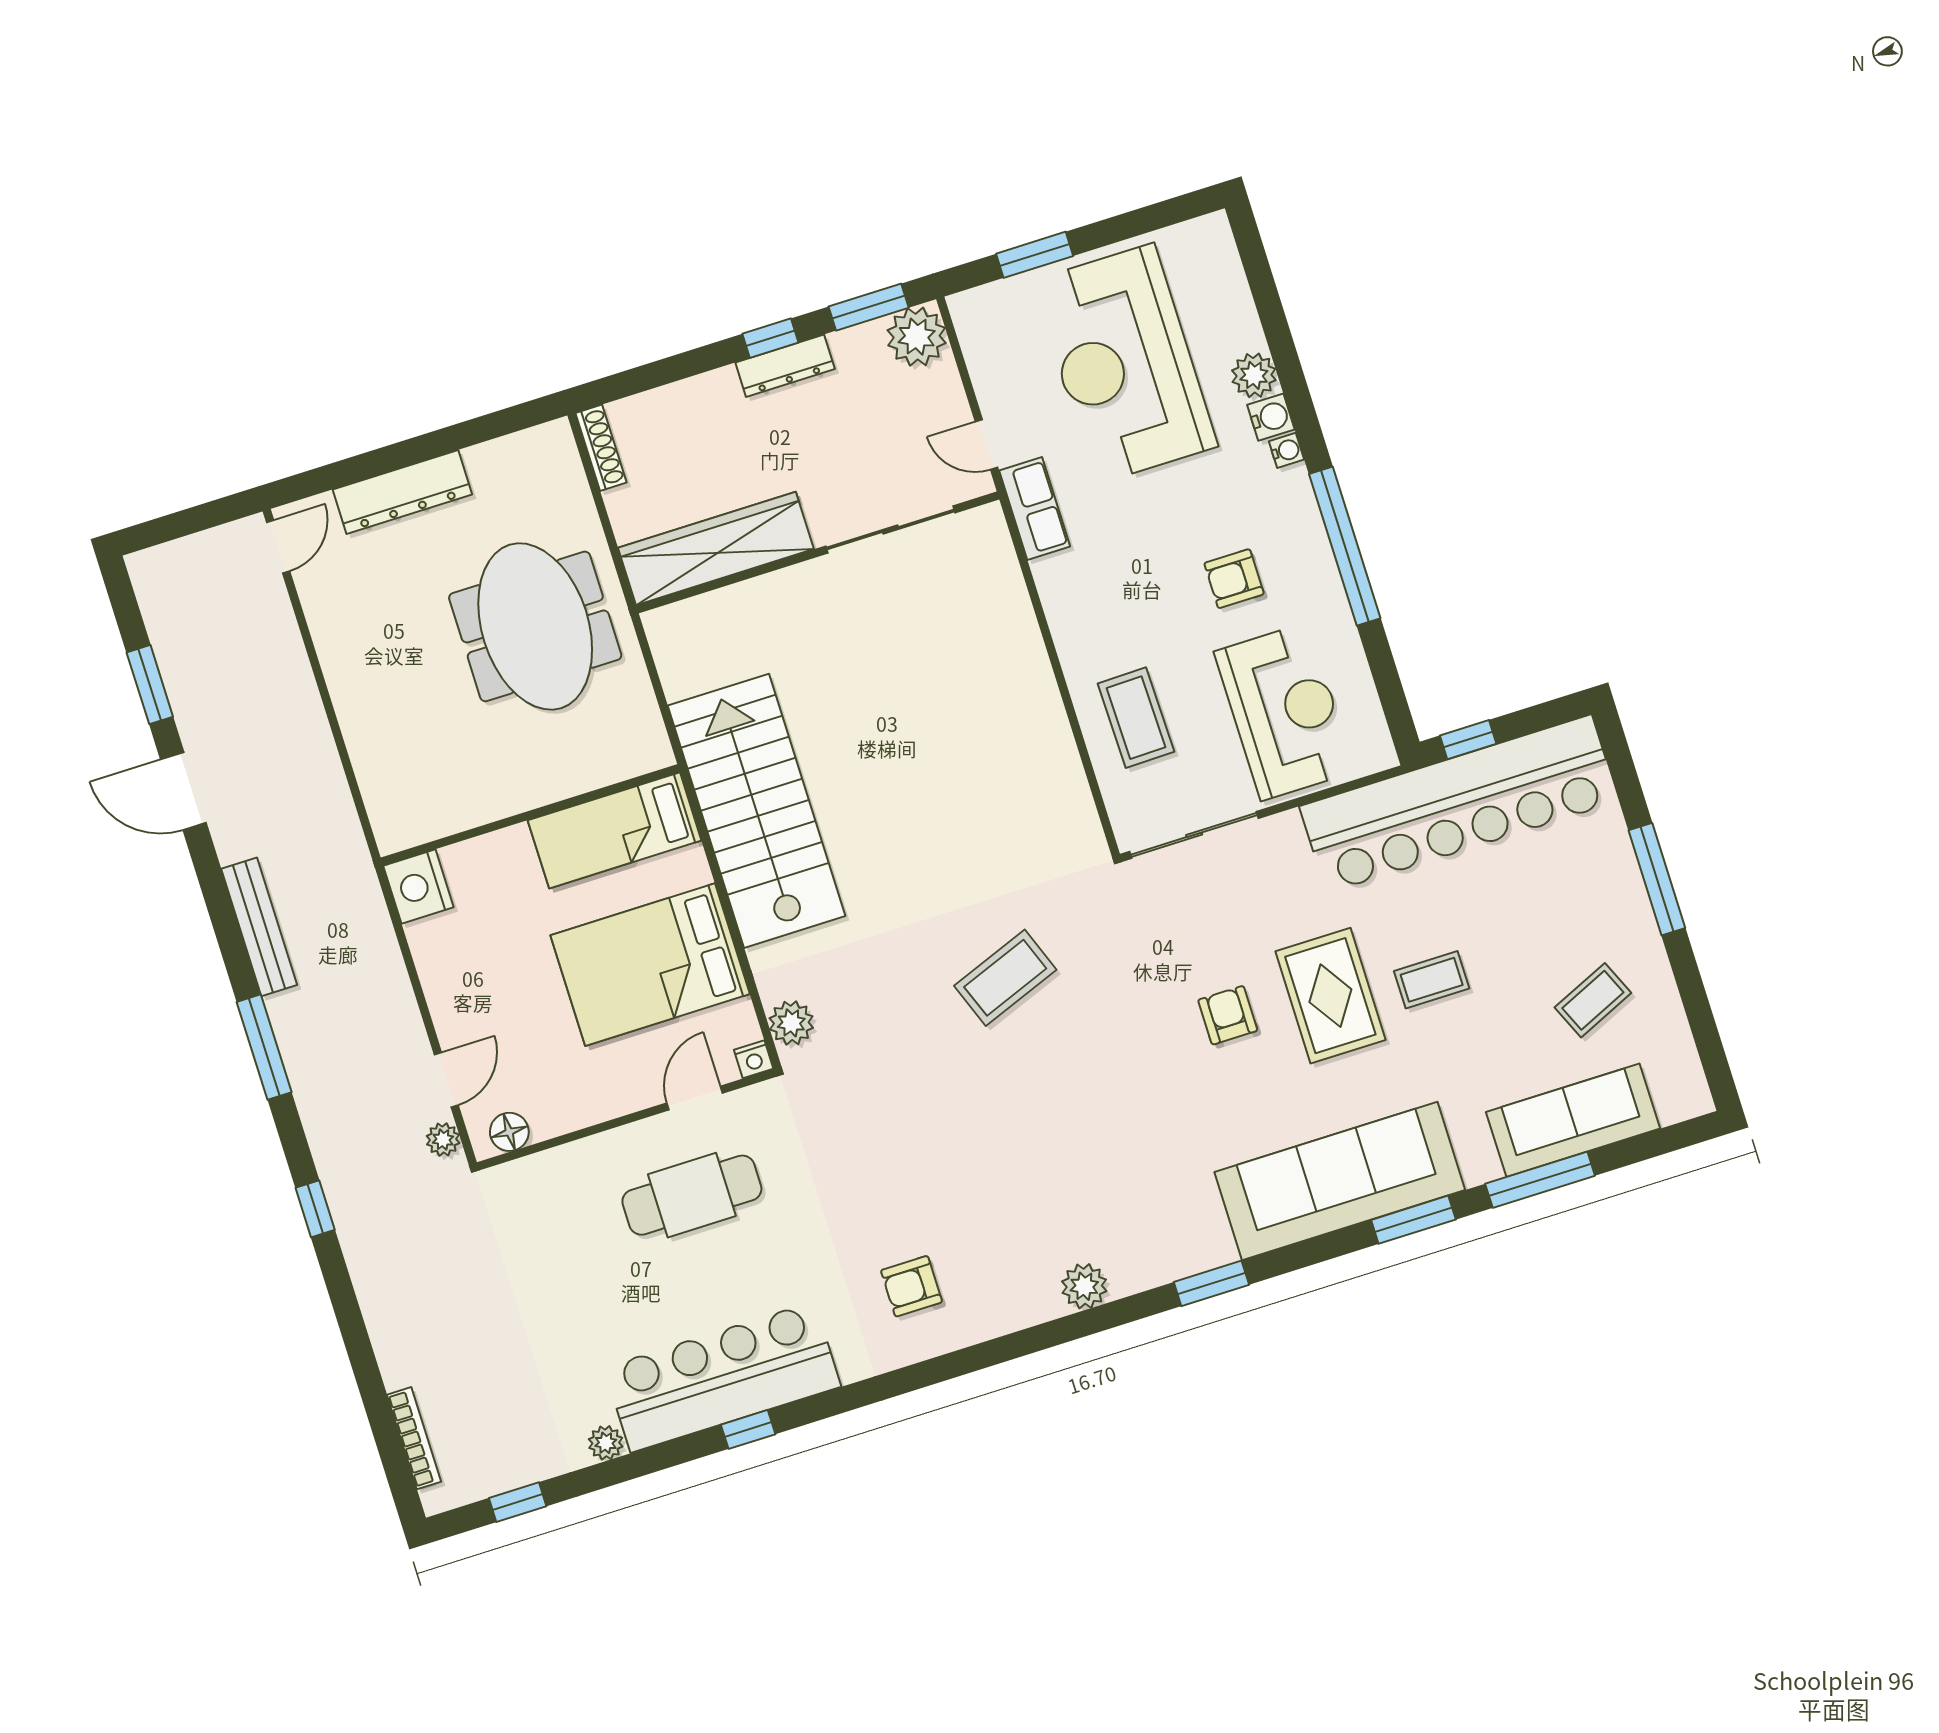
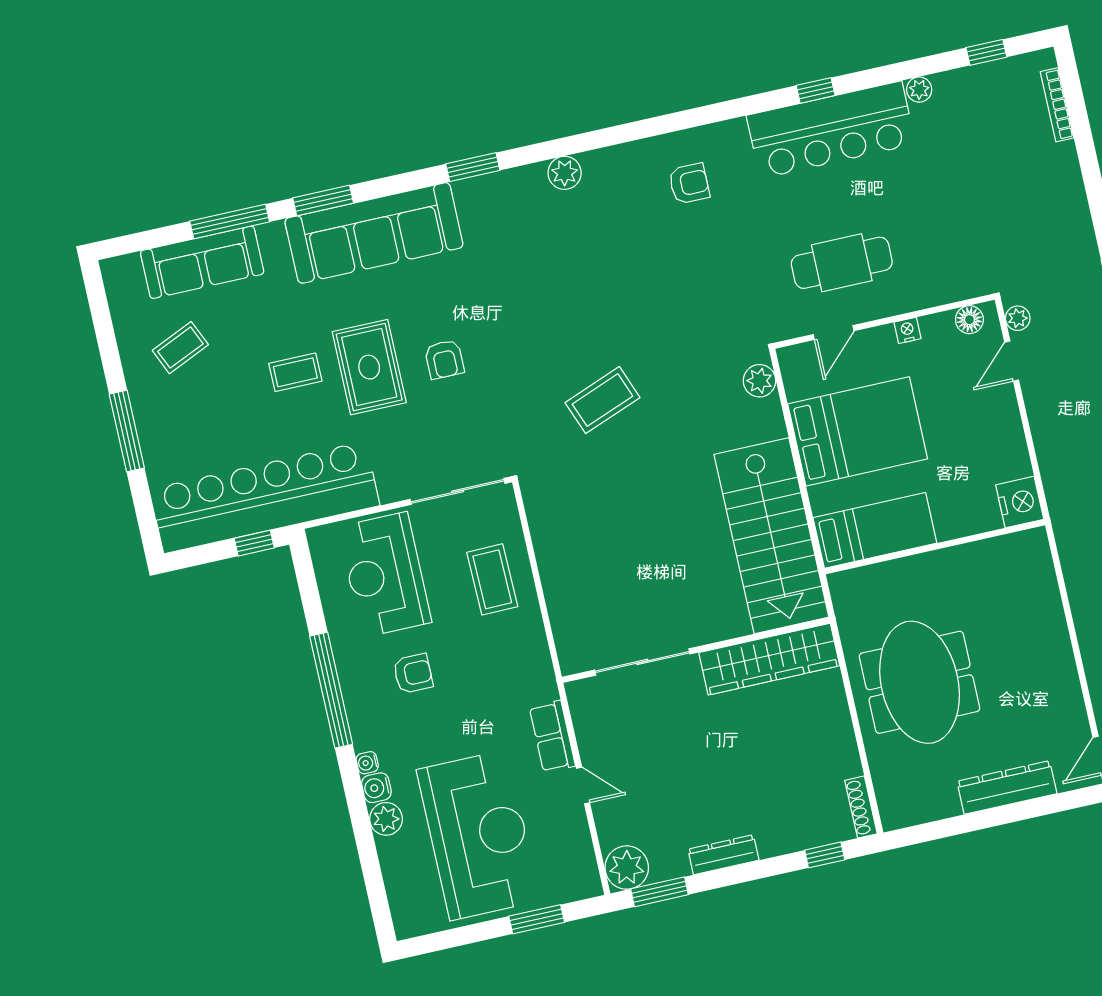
window: (770, 338) -> (825, 855), moved
sliding door: (890, 529) -> (642, 662), moved
wardrobe: (716, 548) -> (769, 659), moved
wall: (818, 552) -> (696, 650), moved
nightstand: (754, 1059) -> (907, 330), moved

